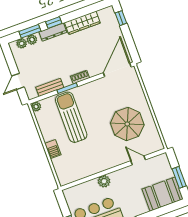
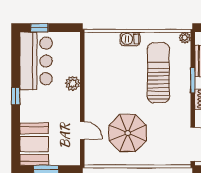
sun lounger: (71, 117) -> (158, 73), turned -90
door: (138, 160) -> (82, 130), hinge flipped

